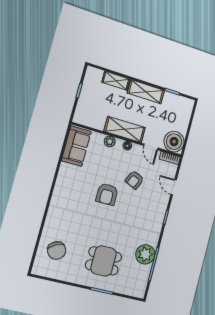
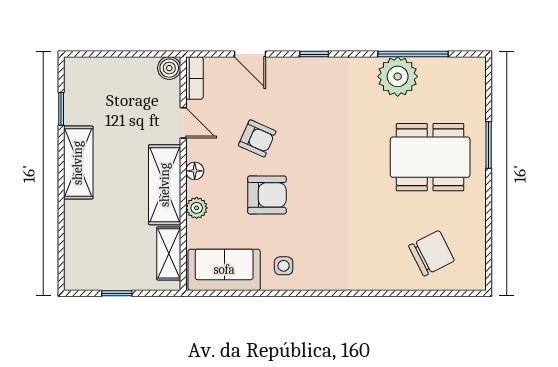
shelving: (116, 81) -> (169, 253), moved
boiler: (174, 142) -> (169, 68), width x0.54, depth x0.54
door: (151, 147) -> (183, 123), hinge flipped
side table: (70, 176) -> (284, 266), added
door: (174, 187) -> (250, 54), hinge flipped
armchair: (107, 194) -> (267, 195), moved
dining table: (104, 261) -> (430, 157), width x1.37

